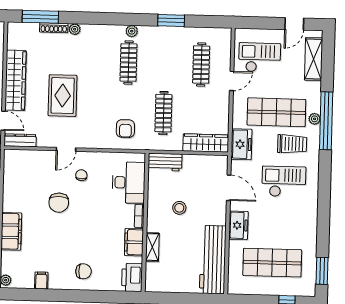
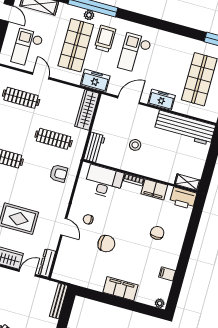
shelving: (152, 247) -> (187, 182), moved
chair: (84, 271) -> (157, 233), moved

